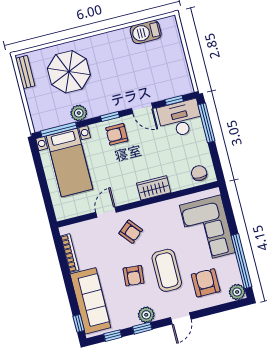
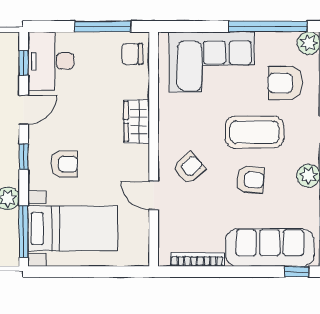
window: (206, 123) -> (103, 26), moved
armchair: (117, 134) -> (64, 164), moved, turned -90

